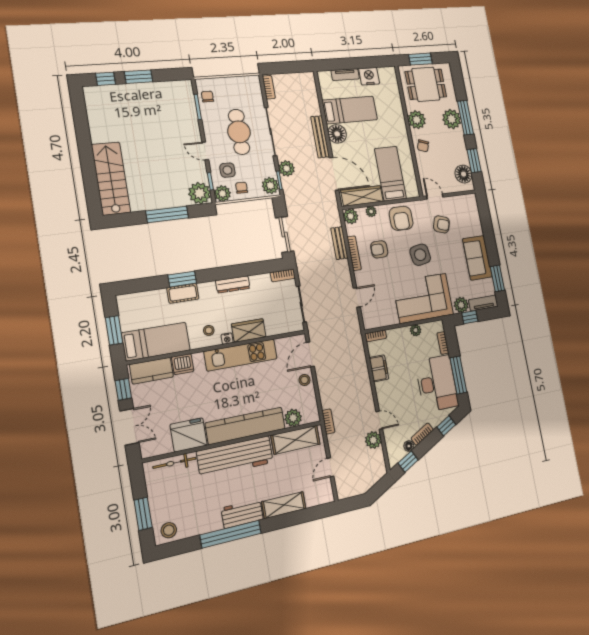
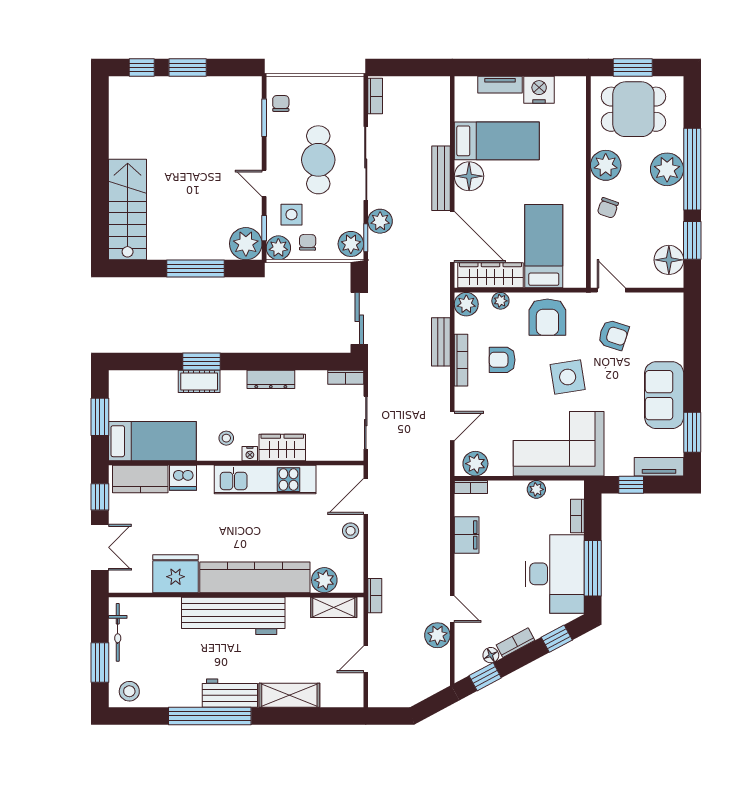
window: (465, 118) -> (692, 169), width x1.46
plant: (461, 305) -> (475, 464), moved
shelving: (296, 440) -> (334, 607), width x0.67, depth x0.75
bicycle: (175, 463) -> (118, 632), moved, turned -90

